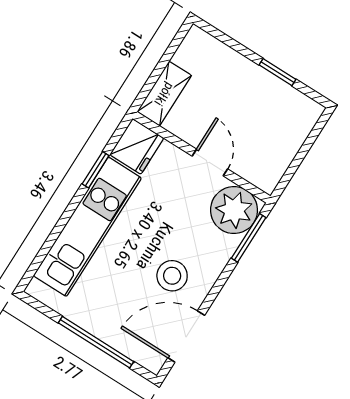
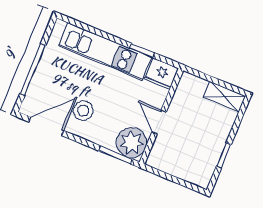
shelving: (164, 94) -> (224, 97), moved
door: (210, 163) -> (159, 122), swing flipped
door: (186, 337) -> (46, 126), hinge flipped

